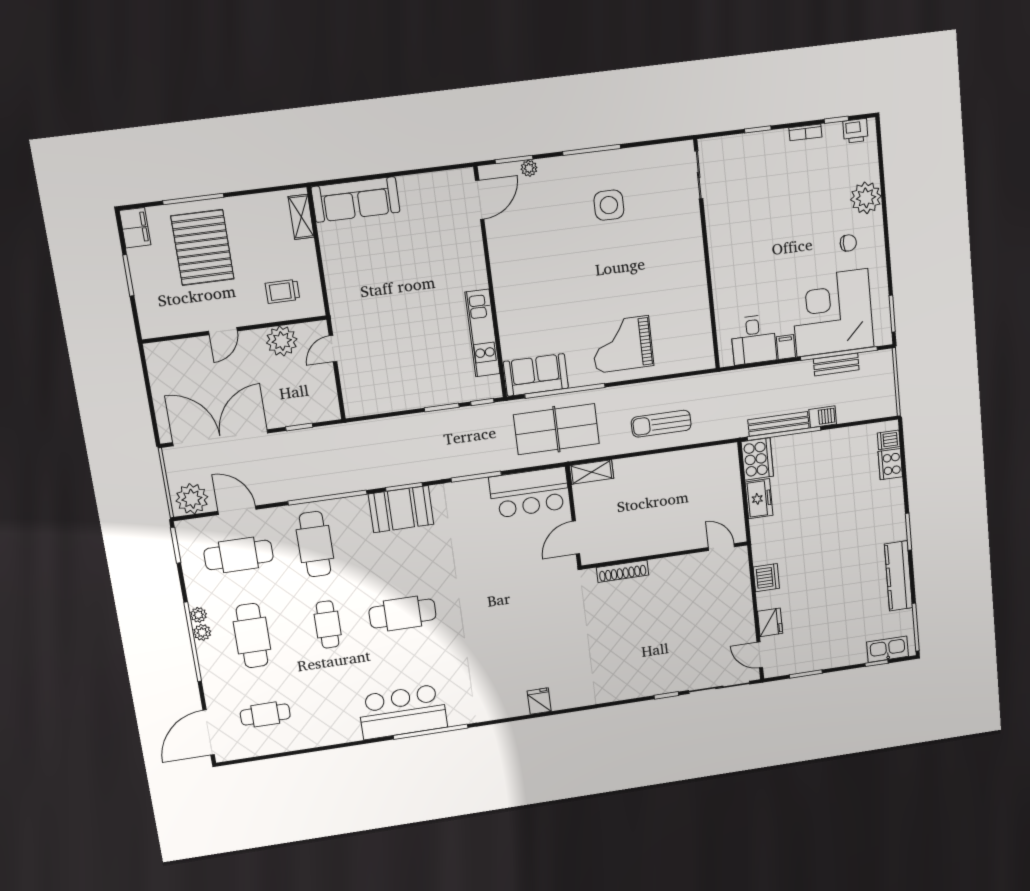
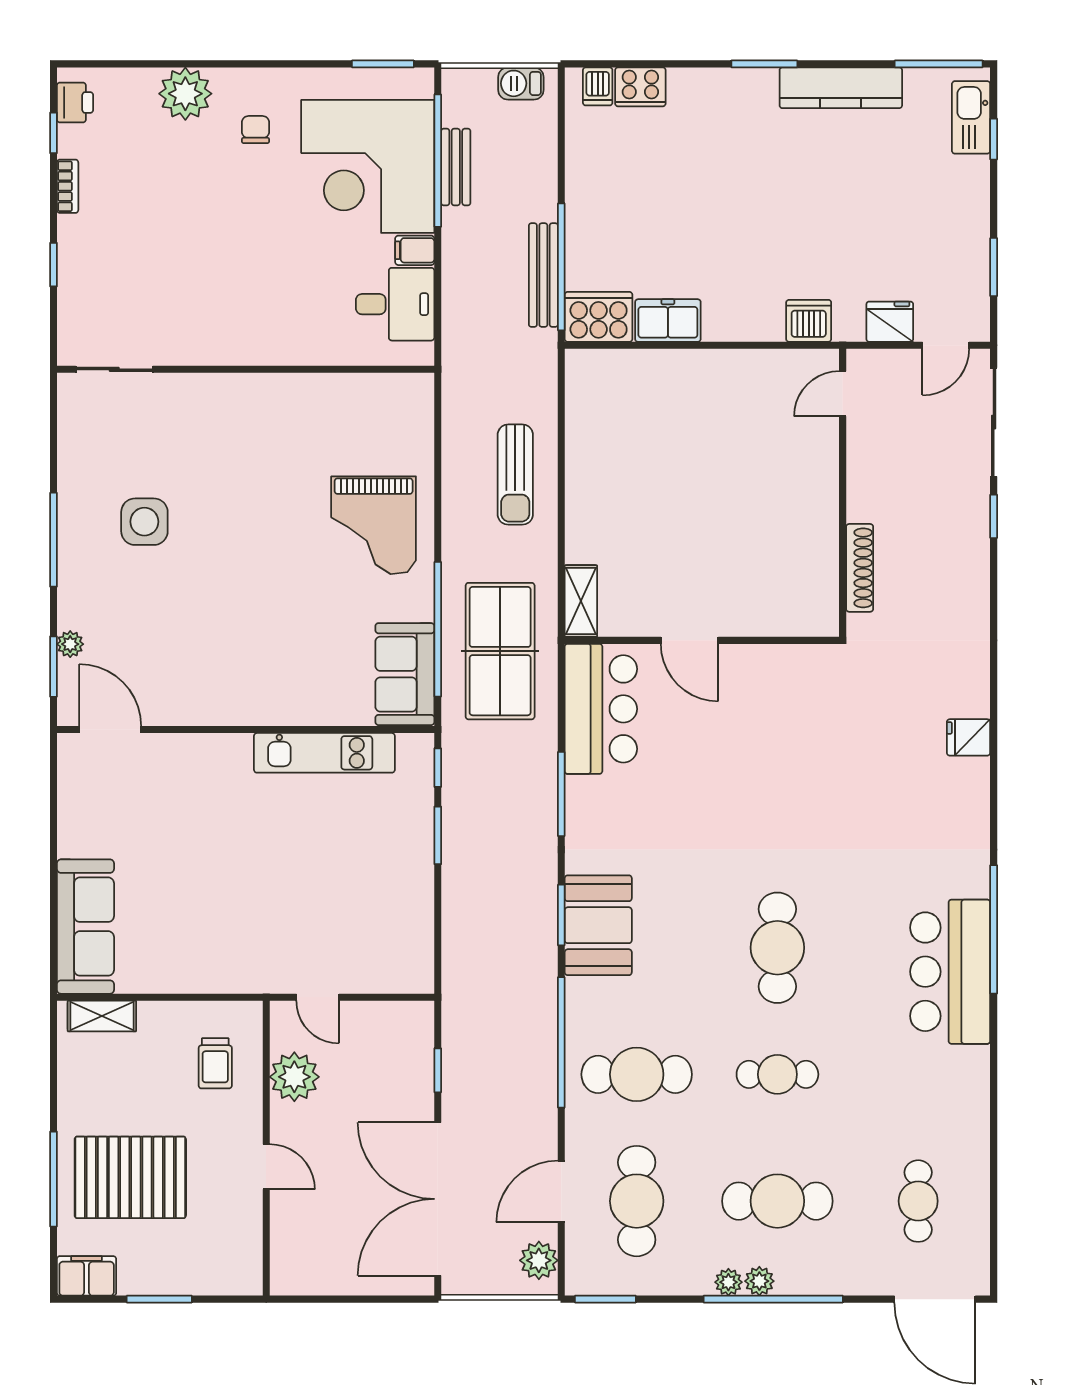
barbecue: (823, 417) -> (521, 83), moved, turned -90
plant: (192, 499) -> (539, 1260), width x0.73, depth x0.73
door: (721, 547) -> (843, 394), moved
wall: (665, 555) -> (843, 493), moved
shoe rack: (623, 571) -> (860, 568), moved

